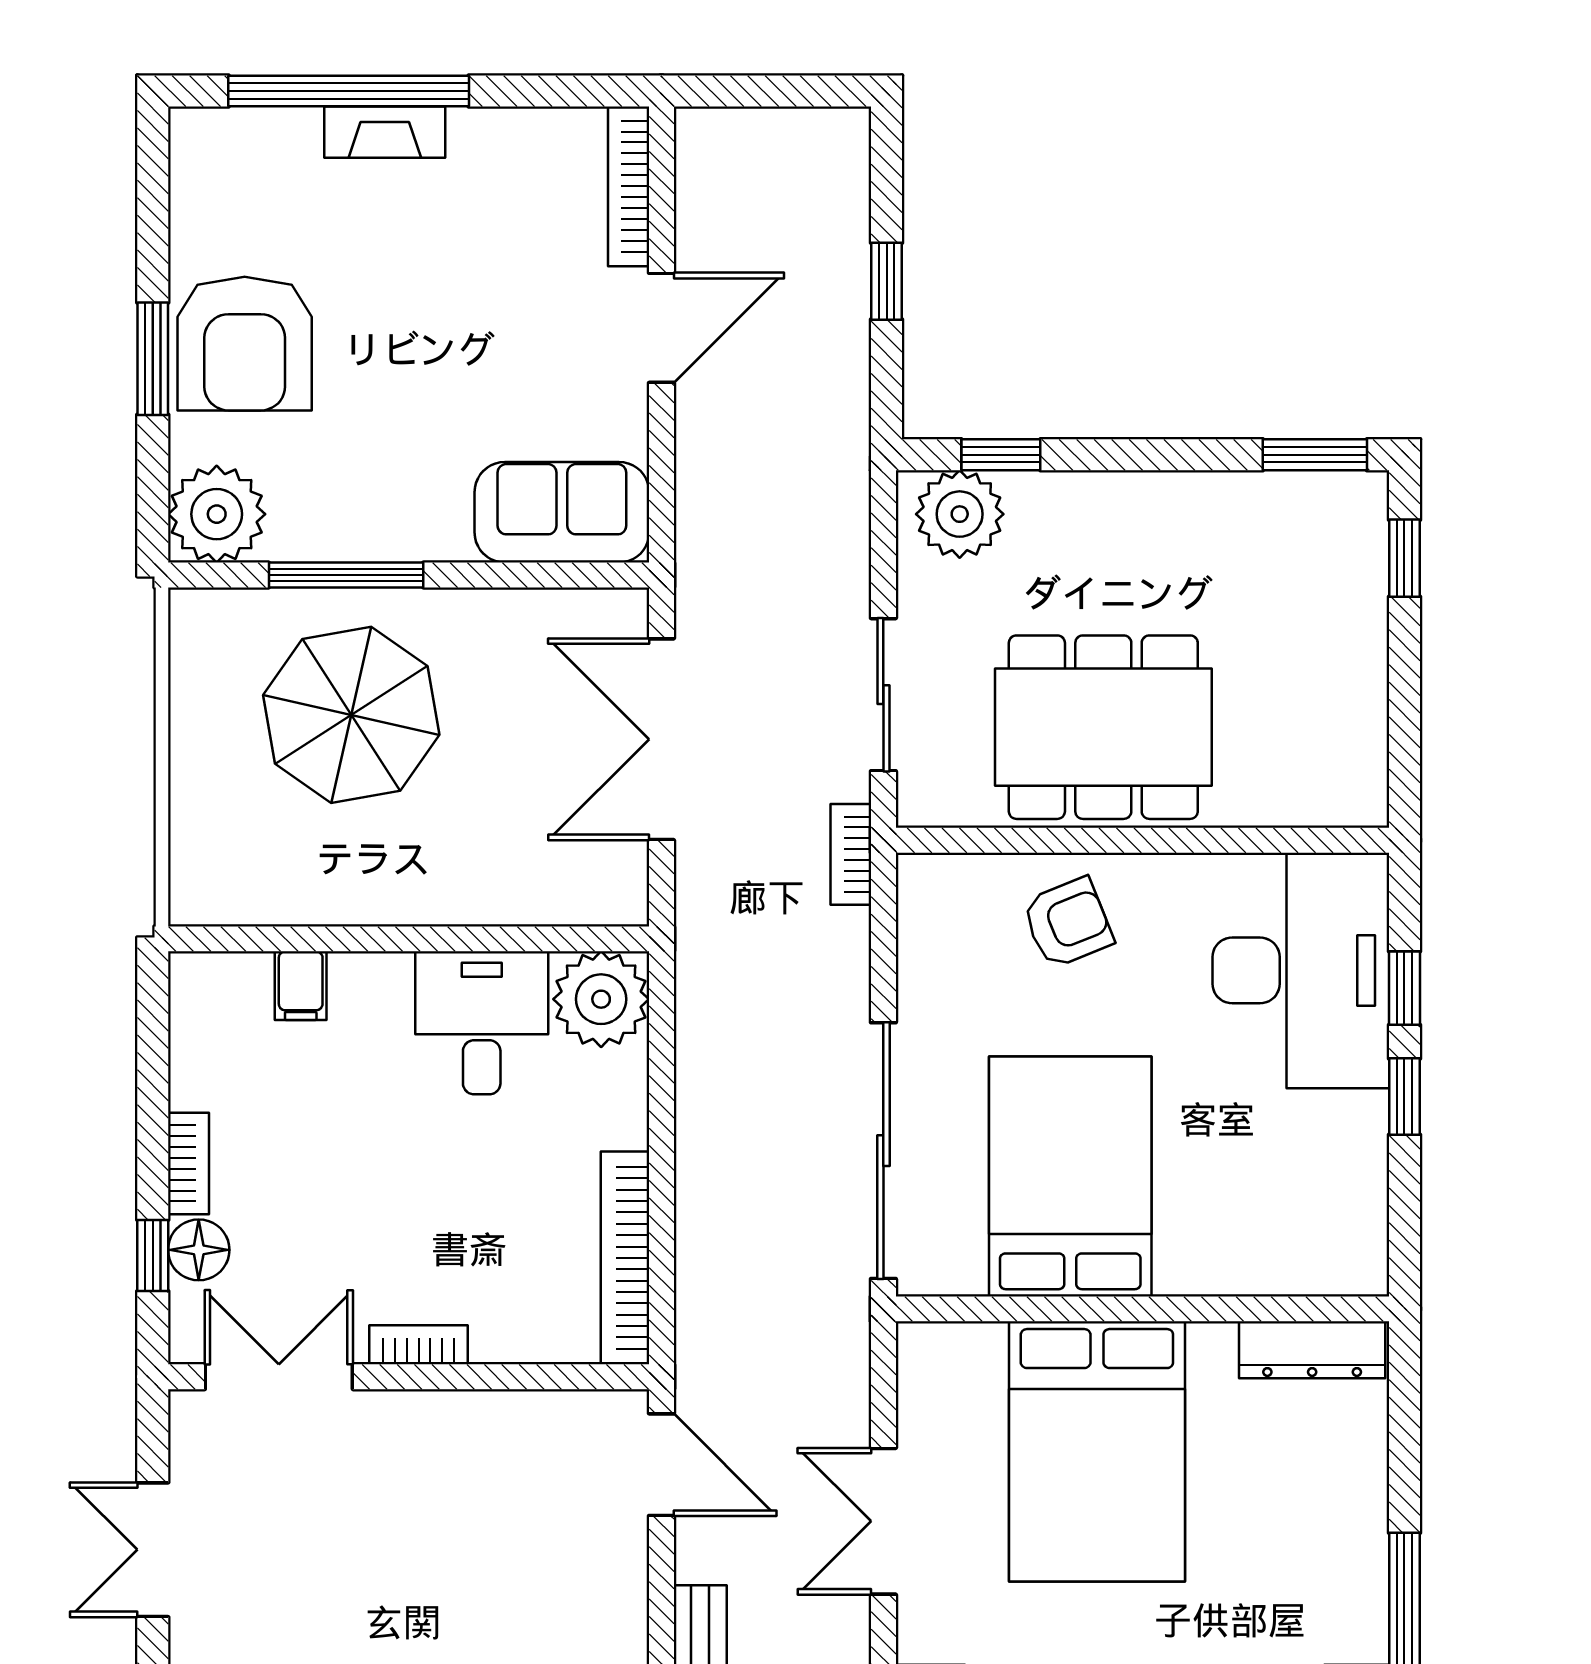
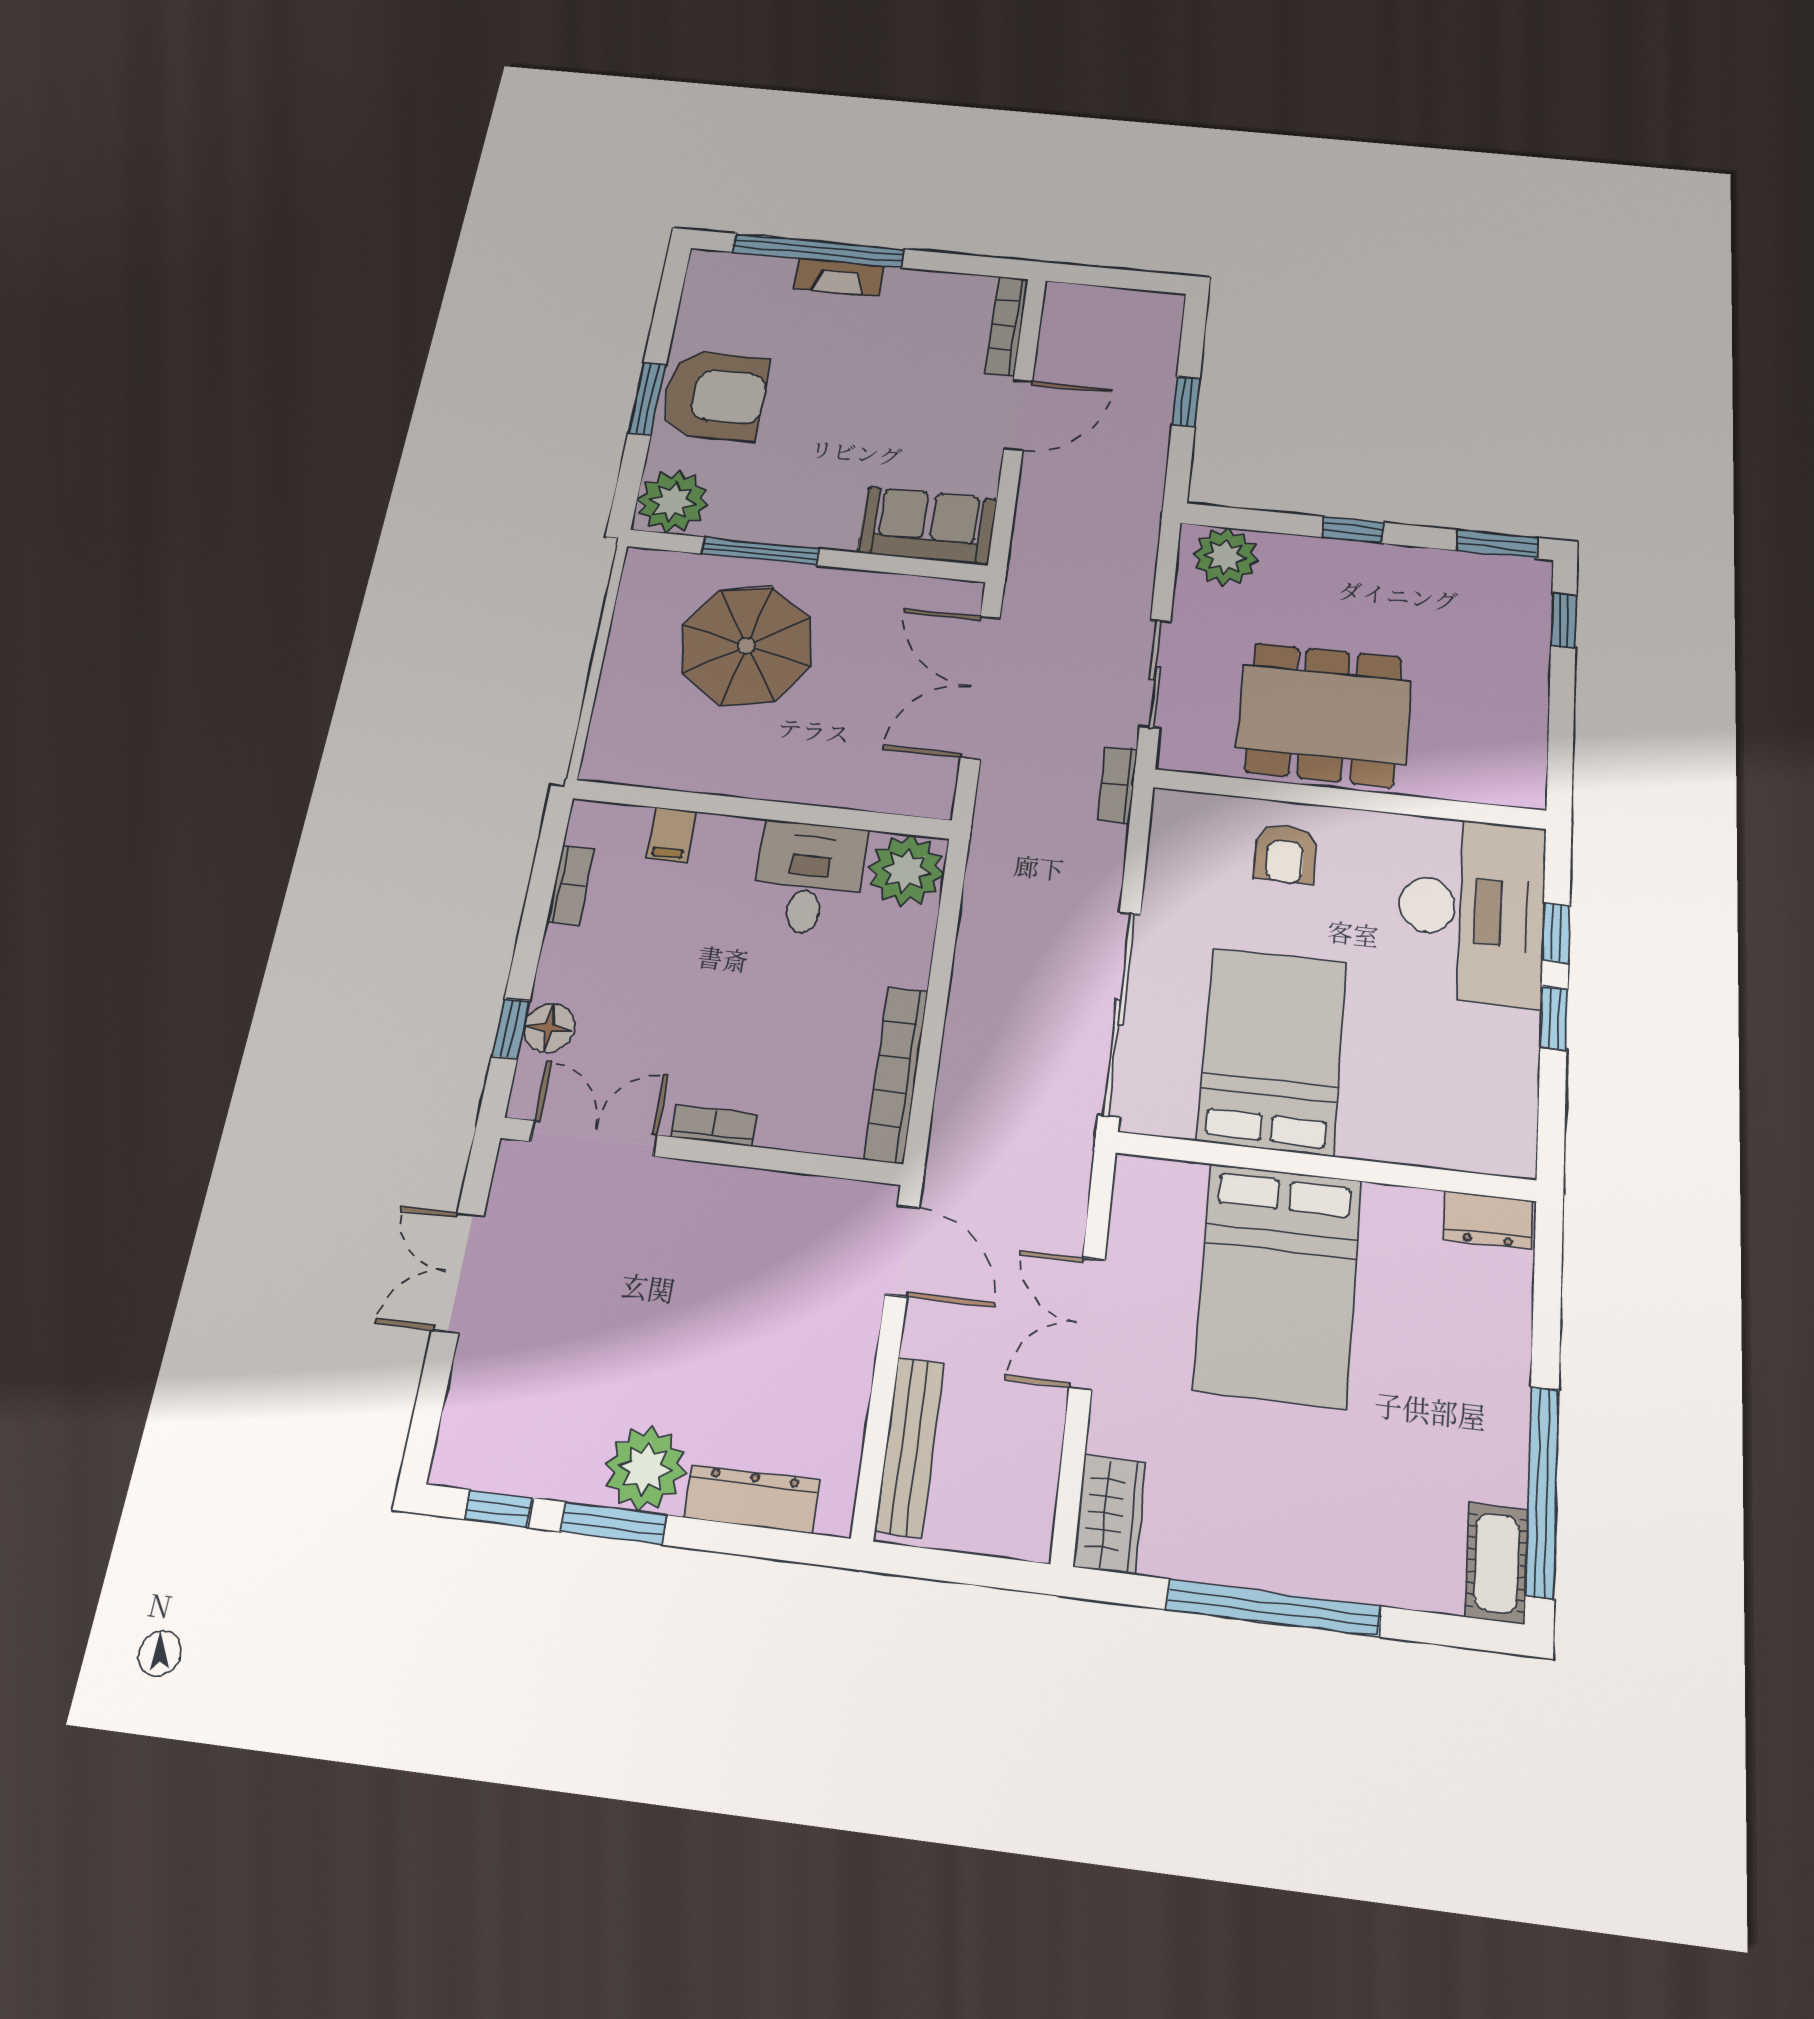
armchair: (245, 344) -> (715, 396), turned -90
window: (1001, 455) -> (1353, 530), moved
armchair: (1068, 923) -> (1285, 854), turned 112
bookcase: (188, 1163) -> (571, 885), moved
dresser: (1312, 1350) -> (1488, 1220), width x0.70

